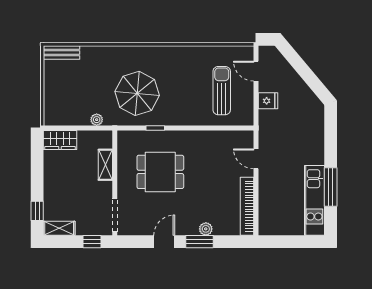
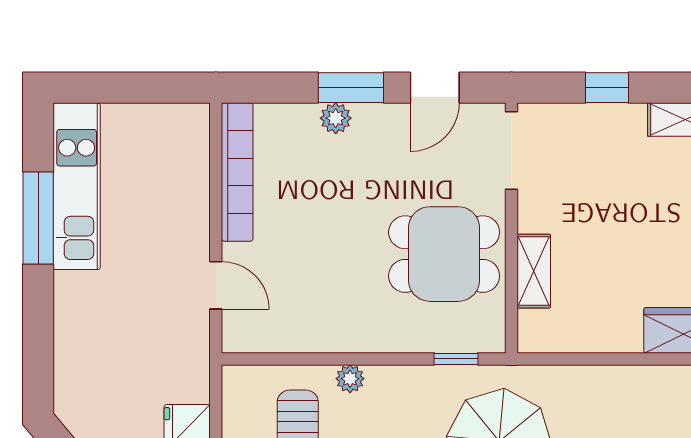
plant: (97, 120) -> (350, 379), moved
shelving: (105, 165) -> (534, 271), moved
wall: (115, 183) -> (511, 228), moved
doorway: (115, 215) -> (511, 150), moved

